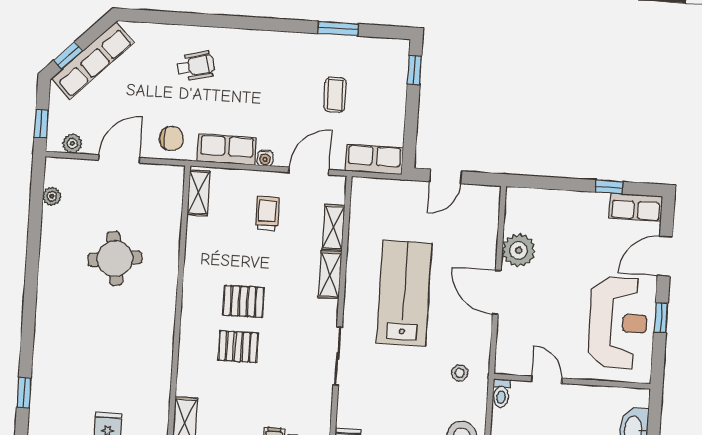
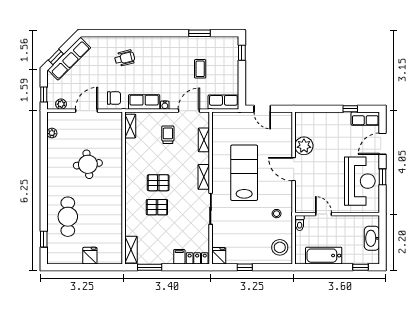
door: (446, 176) -> (262, 109), hinge flipped
shelving: (330, 275) -> (204, 177), moved
cafe table: (71, 354) -> (68, 217), added

